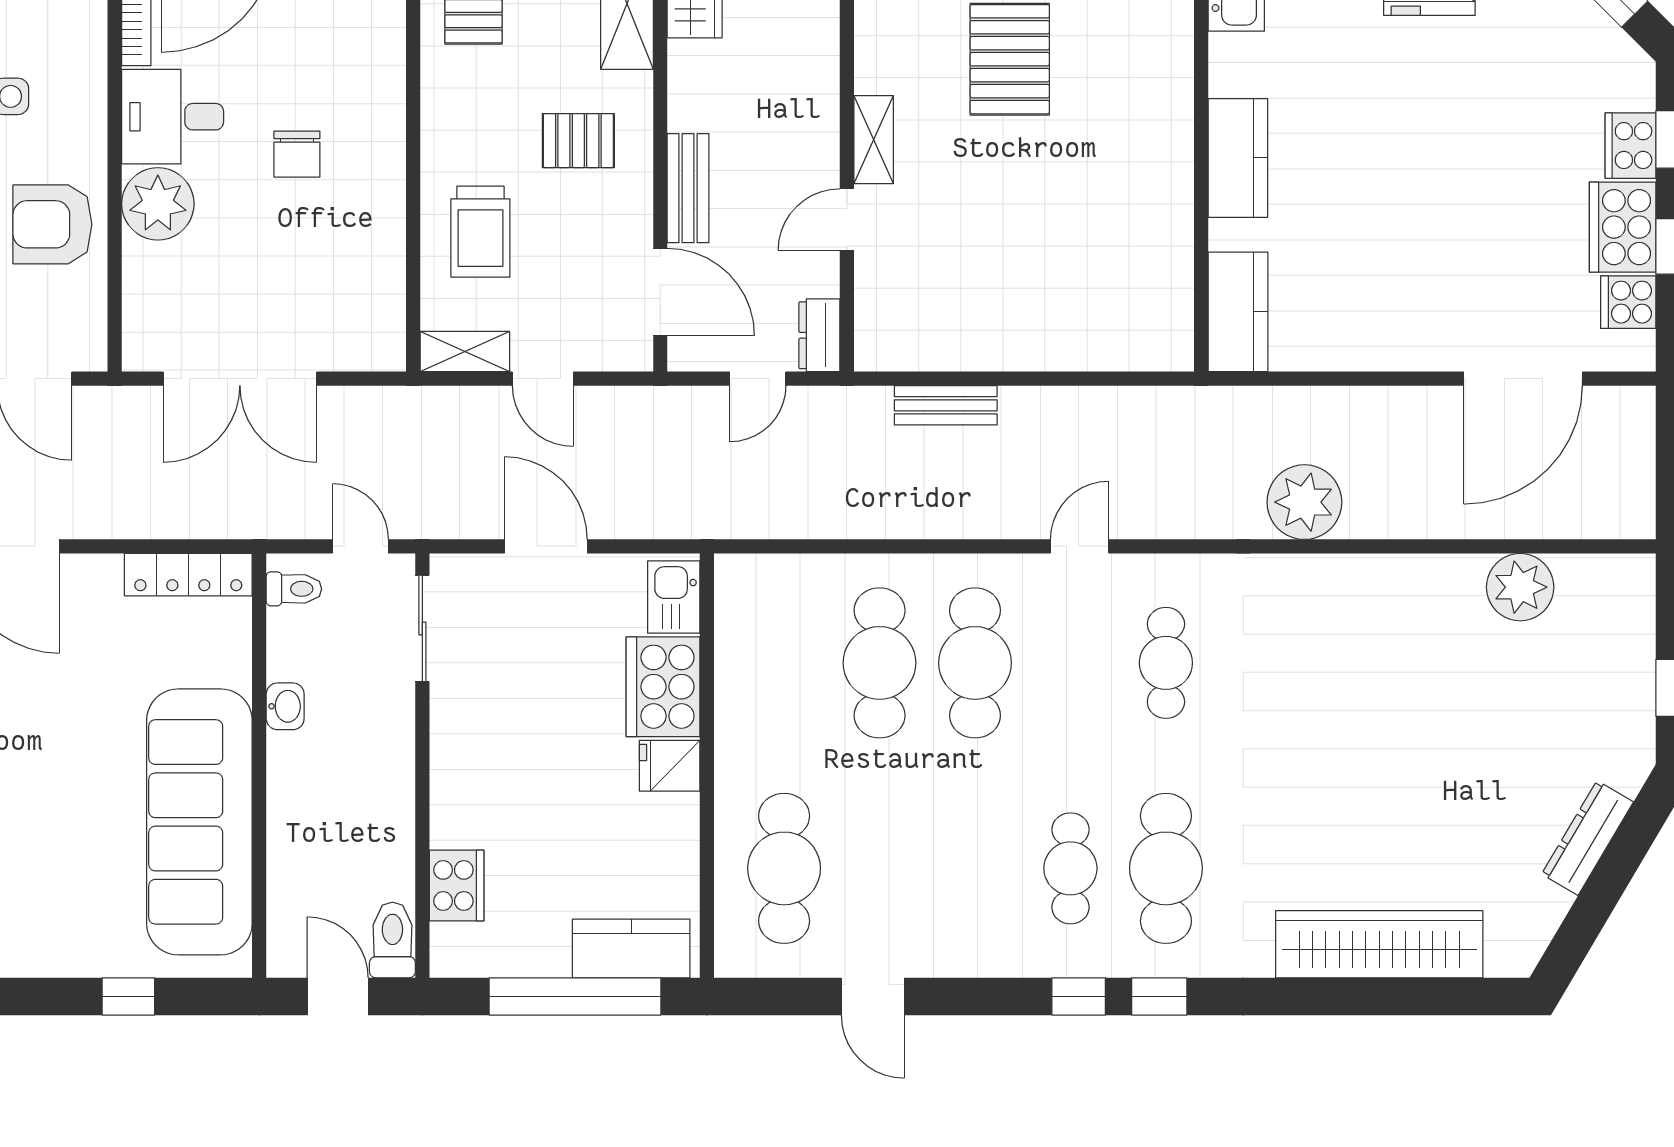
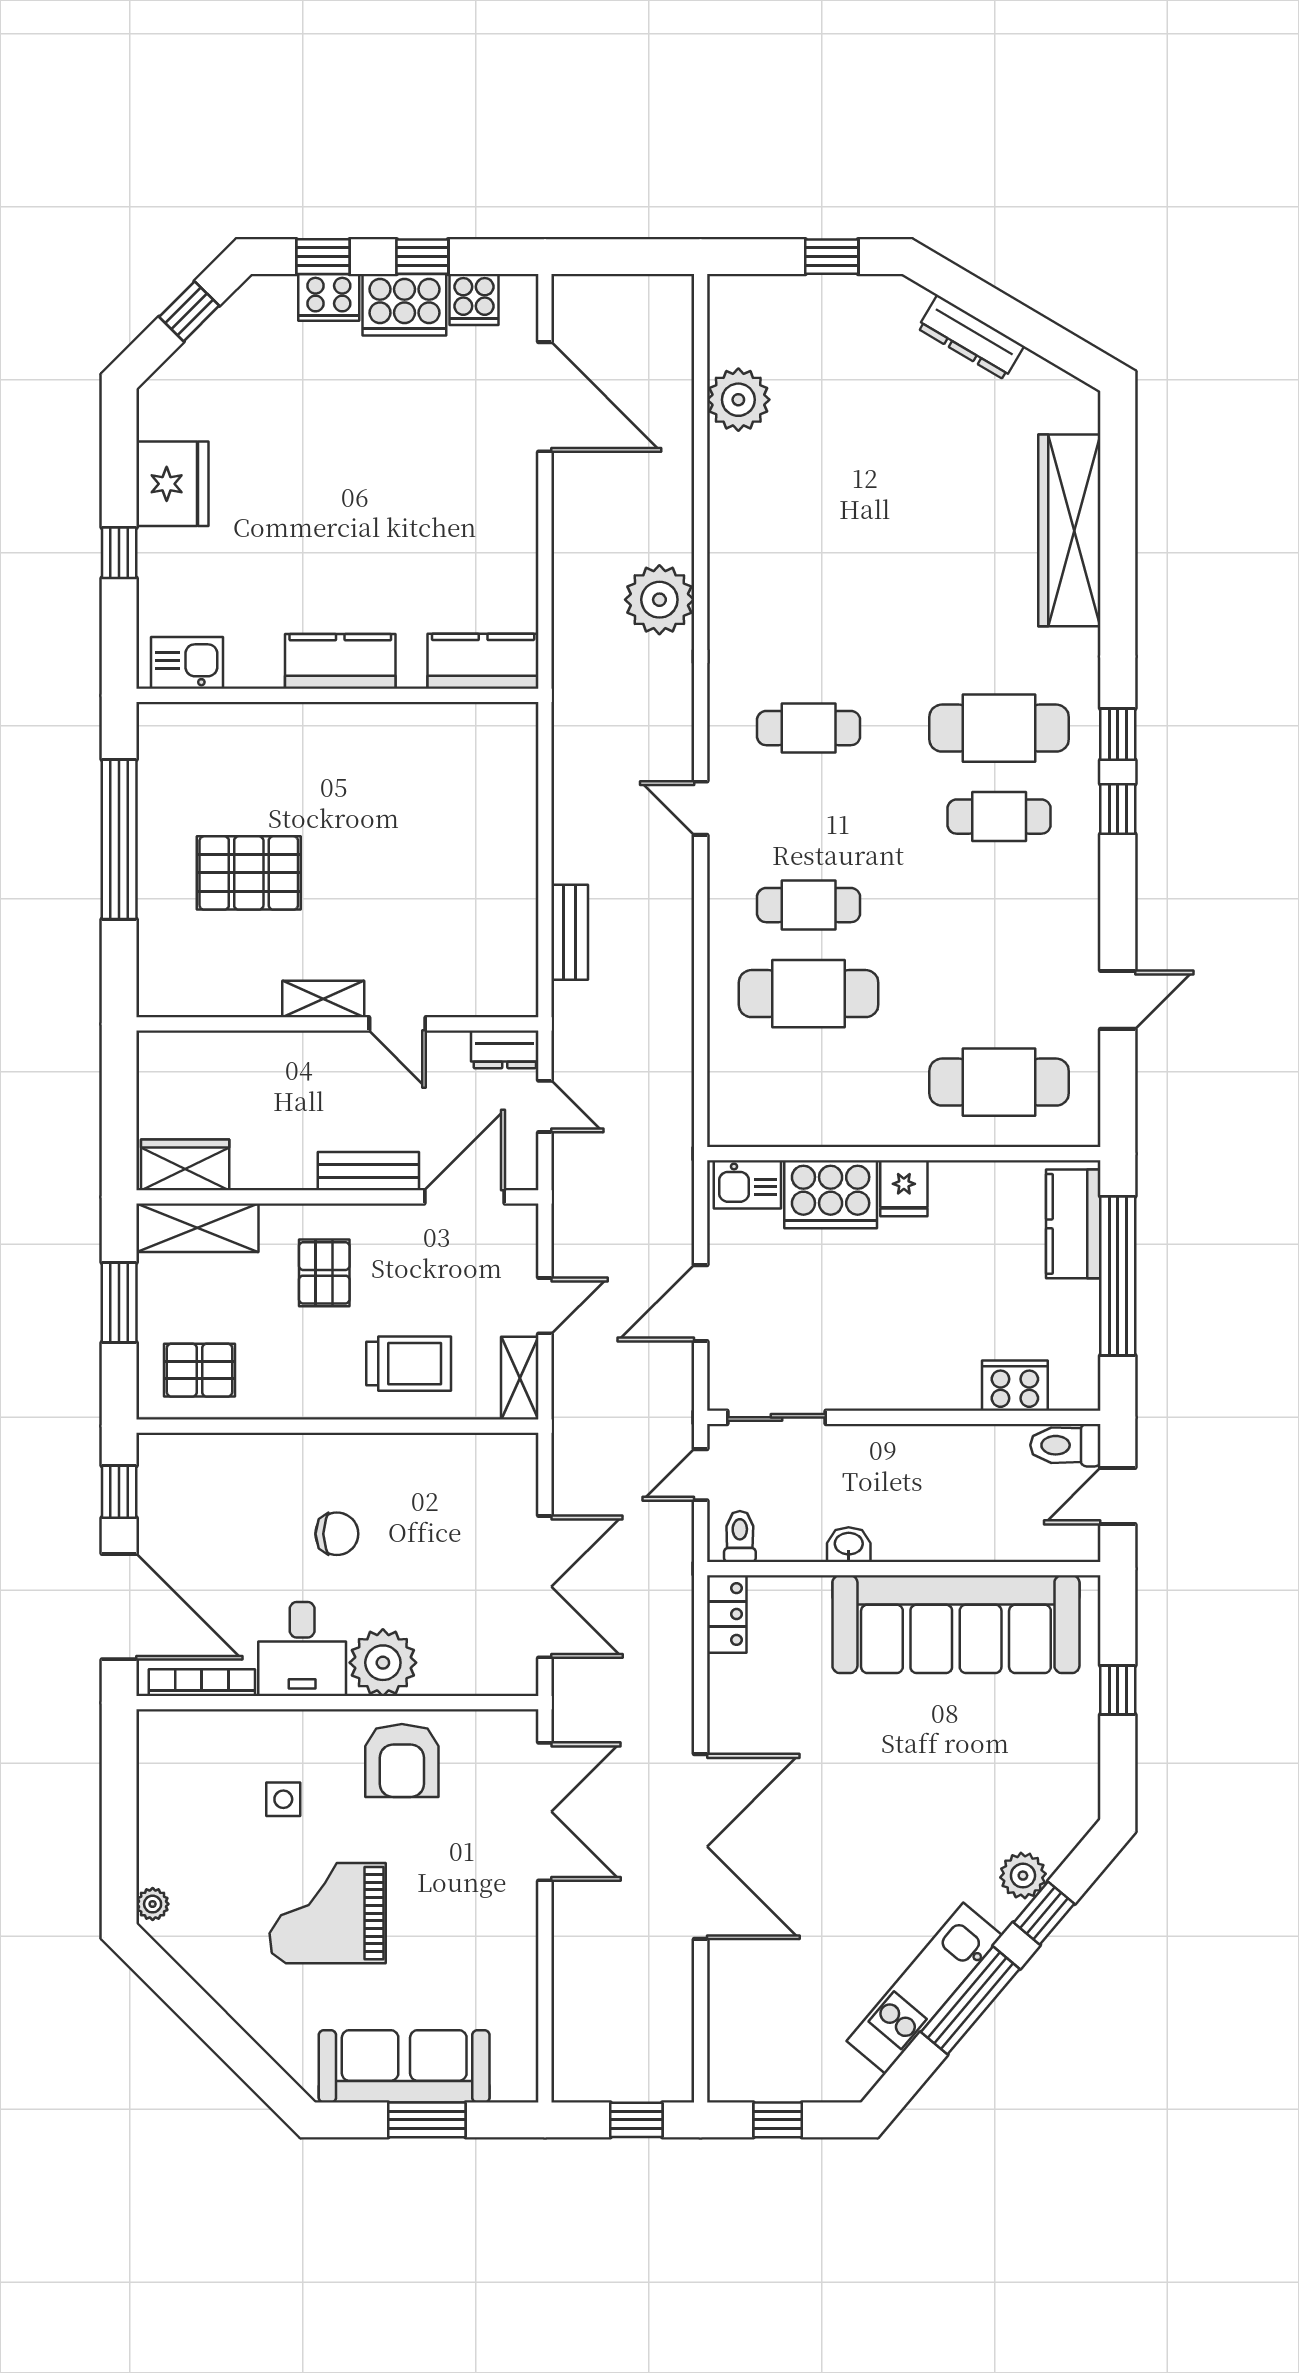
locker: (188, 575) -> (727, 1614), width x0.66
cafe table: (975, 663) -> (809, 905), width x0.73, depth x0.74

